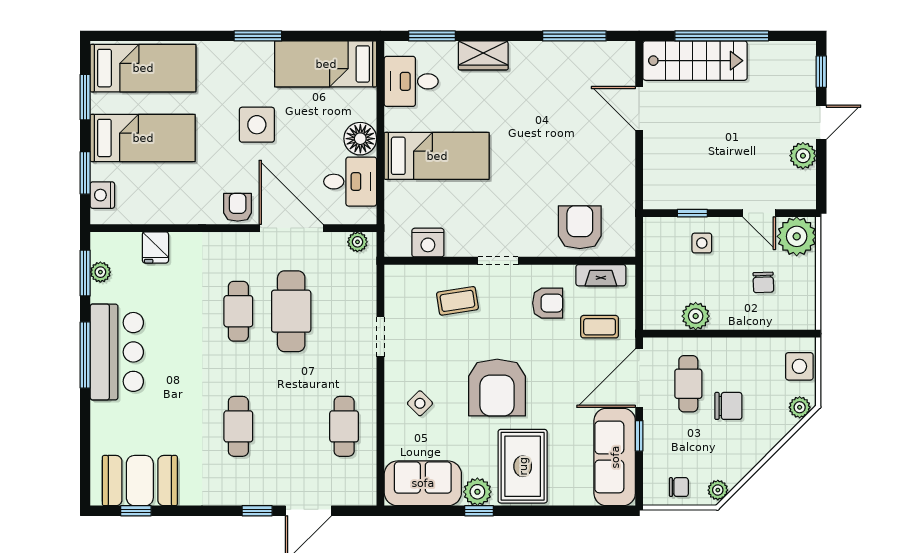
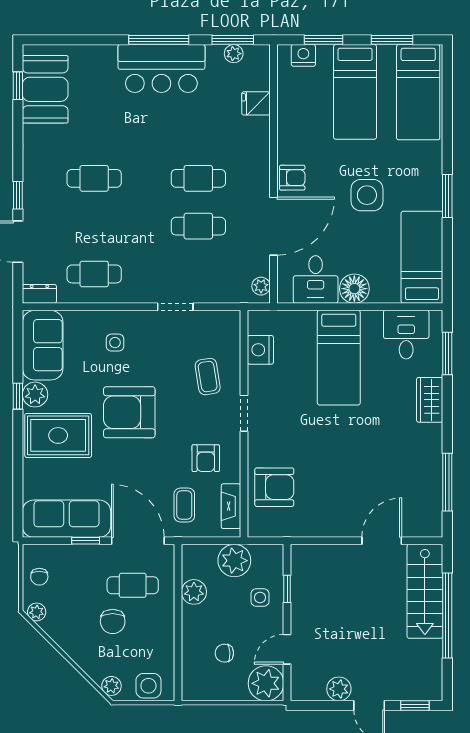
plant: (661, 271) -> (234, 561), added
cafe table: (291, 311) -> (198, 226), width x0.73, depth x0.74
side table: (420, 403) -> (115, 343), turned 45
dresser: (366, 487) -> (39, 294), added

